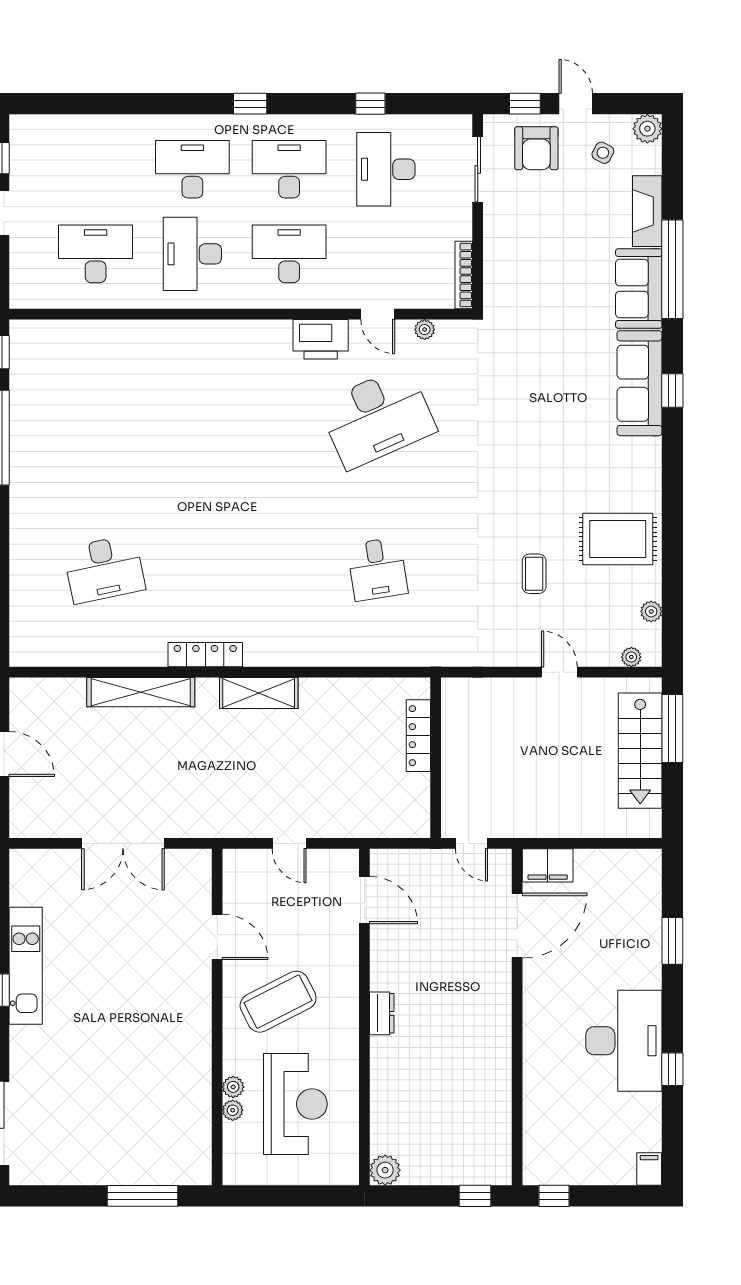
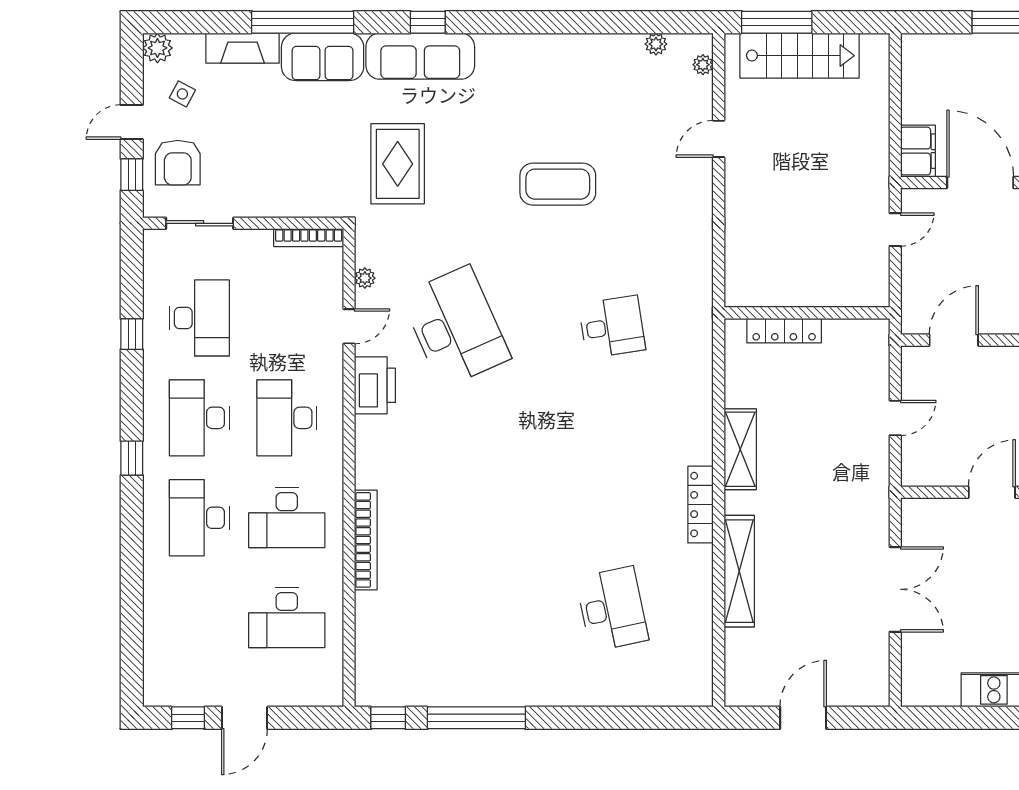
armchair: (536, 148) -> (178, 163), turned 90
desk: (386, 169) -> (199, 318), turned -90
desk: (96, 254) -> (287, 618), turned -90
bookcase: (171, 330) -> (366, 540), added
rug: (618, 539) -> (398, 164), moved
coffee table: (534, 574) -> (558, 184), moved, width x1.86, depth x1.72
locker: (418, 736) -> (784, 331), moved
wall: (436, 758) -> (807, 313), moved

